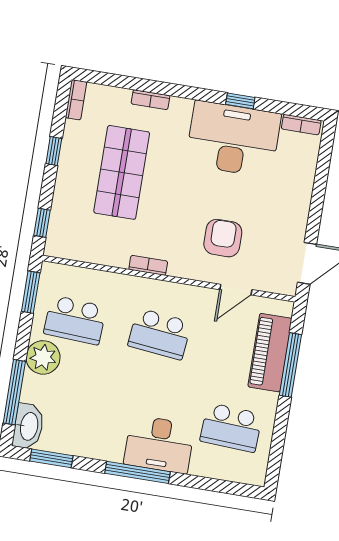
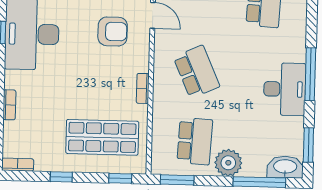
shop shelf: (122, 172) -> (102, 137), moved
armchair: (223, 238) -> (113, 31), turned 180
school desk: (160, 334) -> (197, 72), turned -30
desk: (159, 444) -> (285, 89), moved

